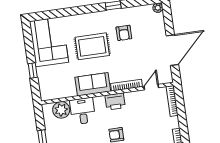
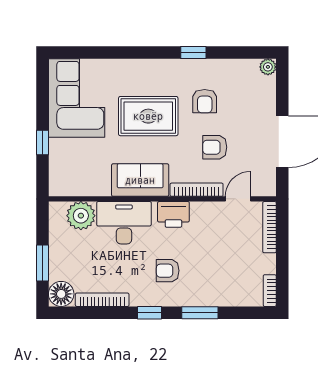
armchair: (134, 59) -> (215, 147), added
desk: (83, 111) -> (124, 223), width x1.37

